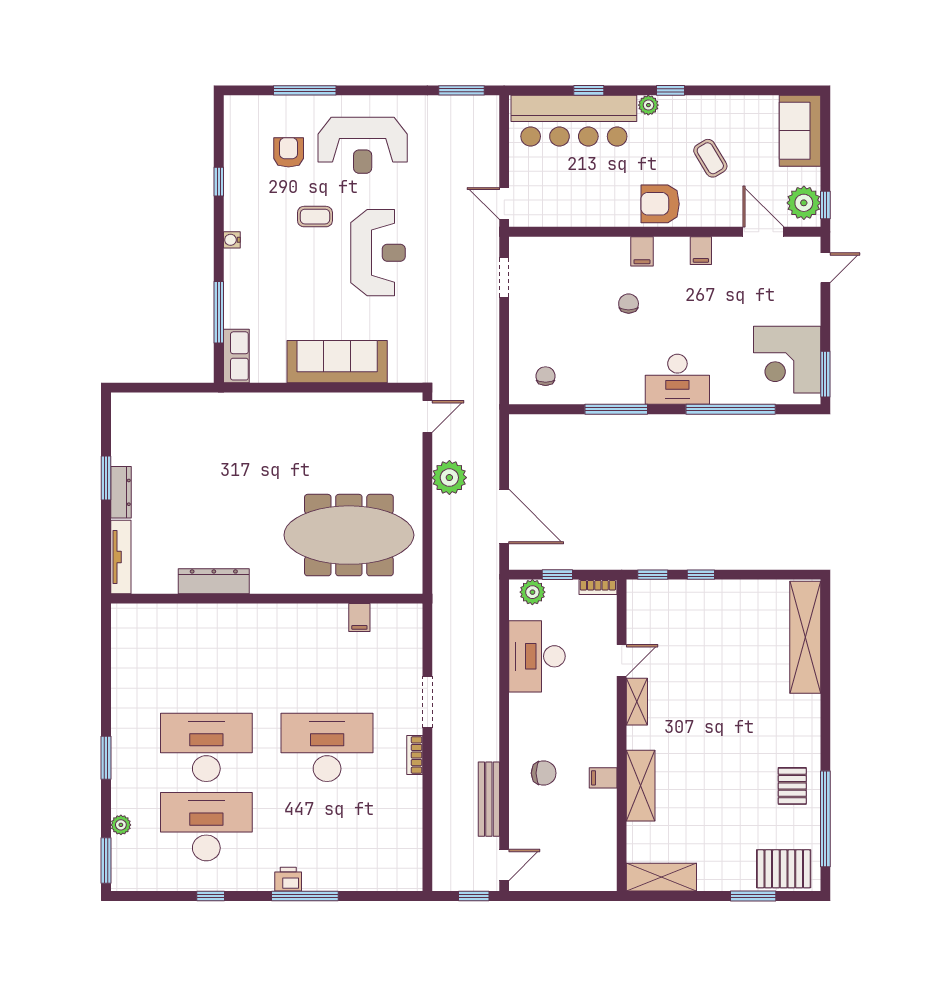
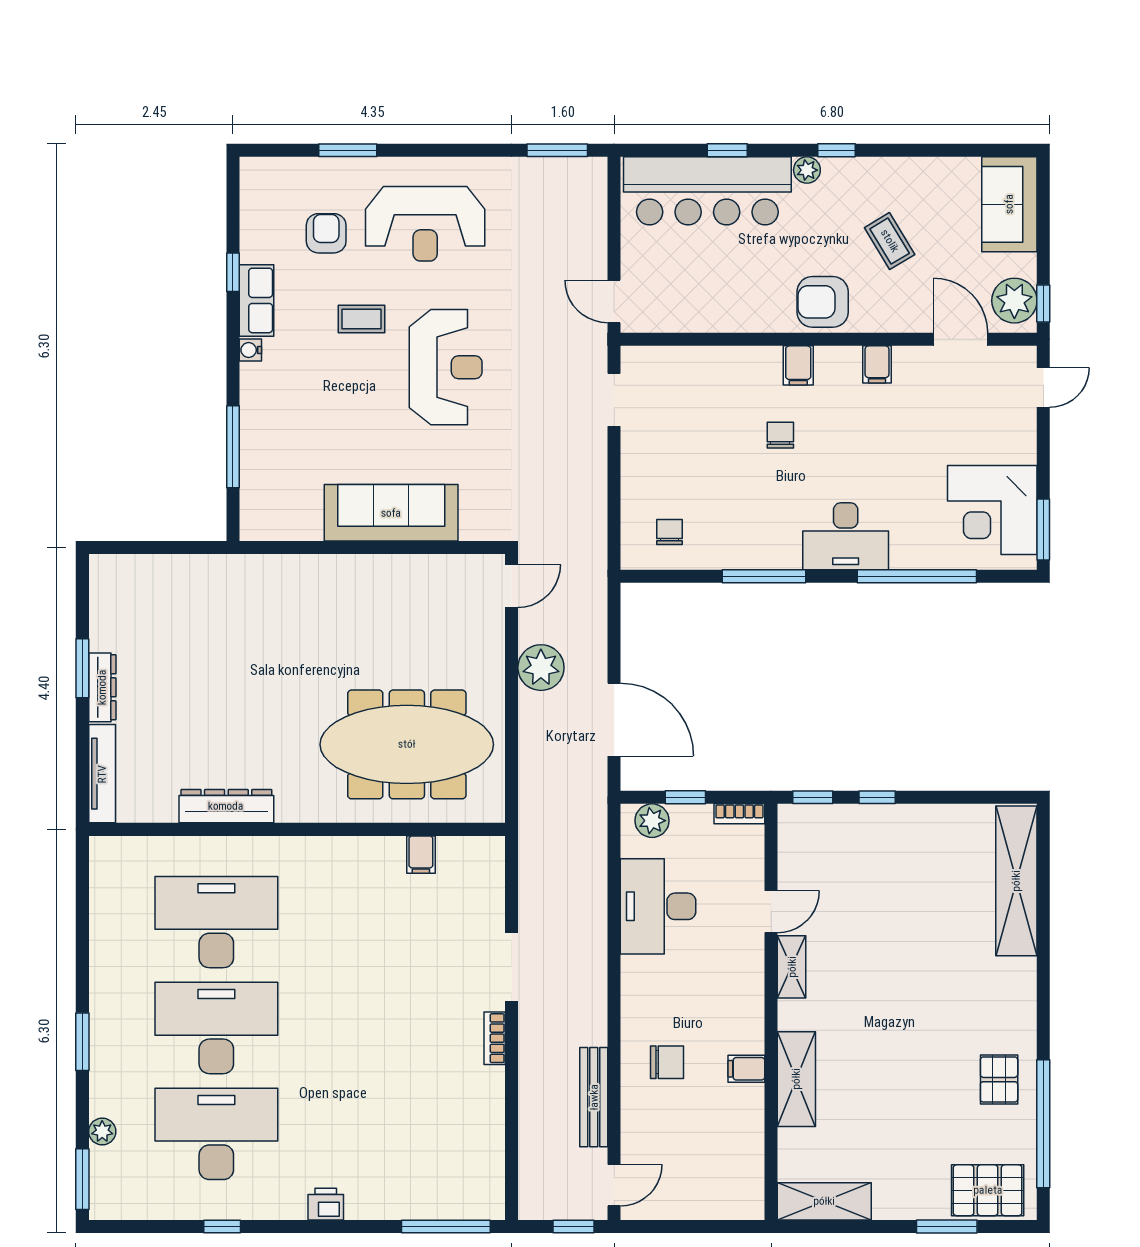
window: (305, 90) -> (348, 150), width x0.69
row of seats: (236, 356) -> (257, 300), moved
desk: (327, 747) -> (216, 922), moved
window: (305, 896) -> (446, 1227), moved

